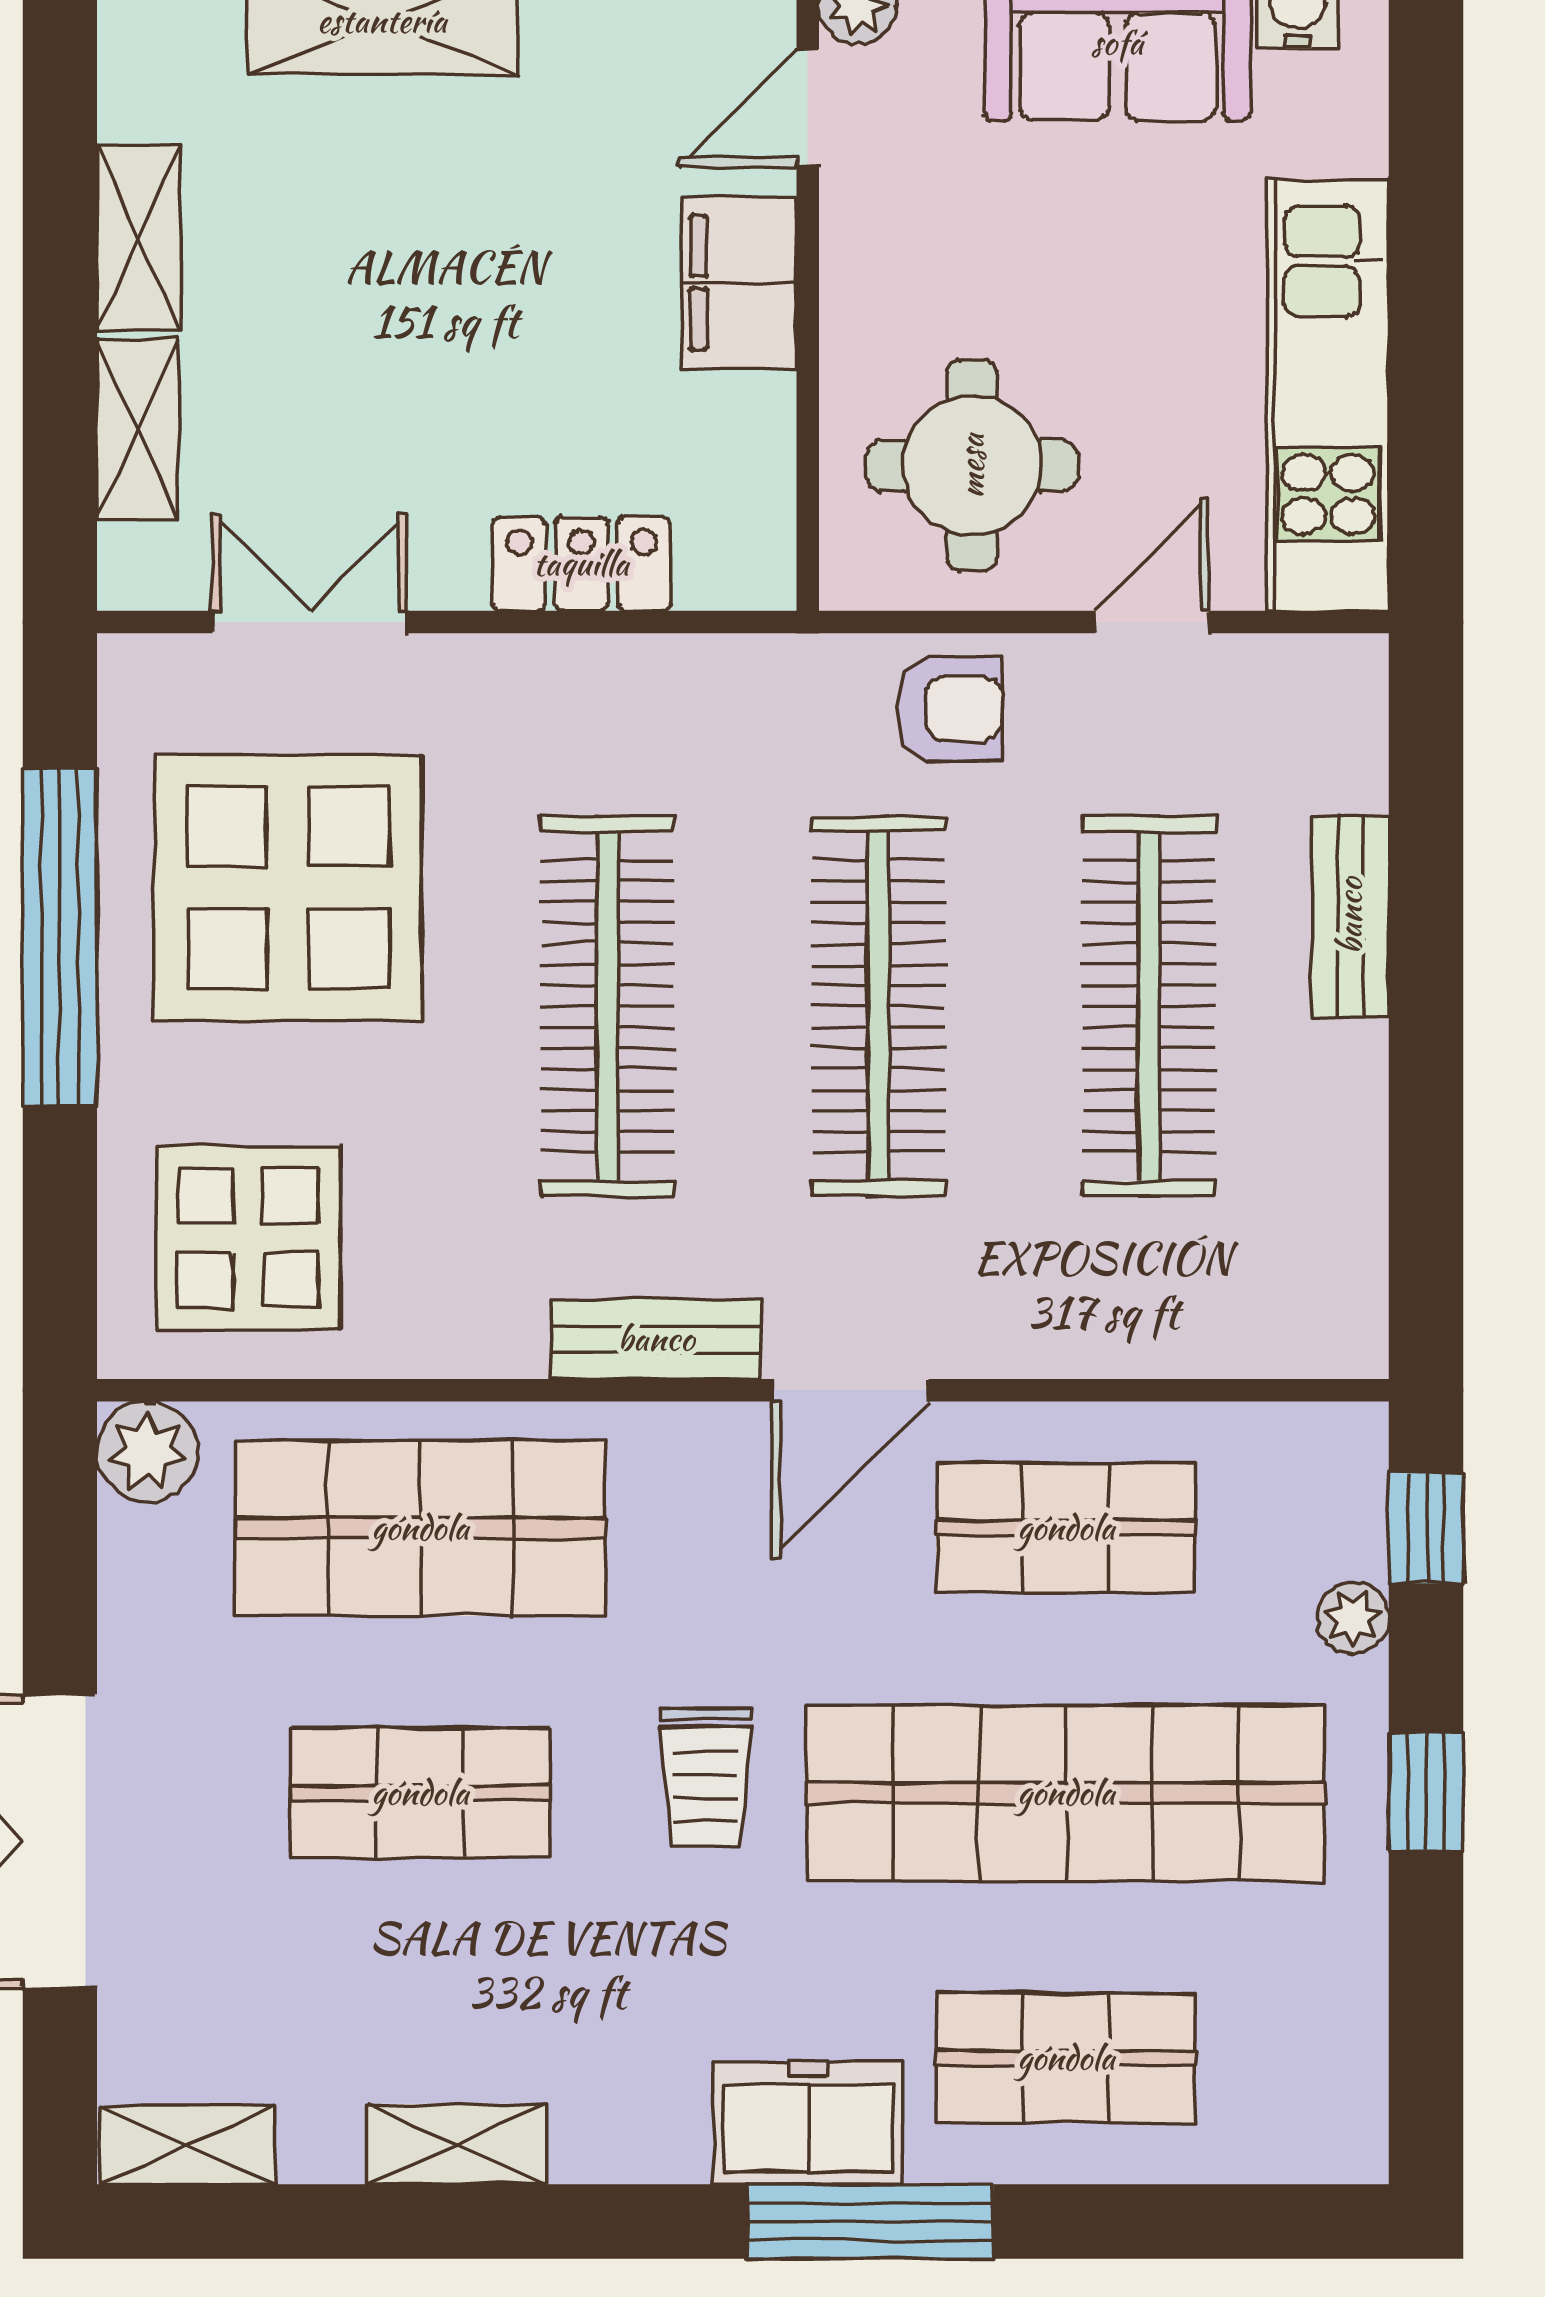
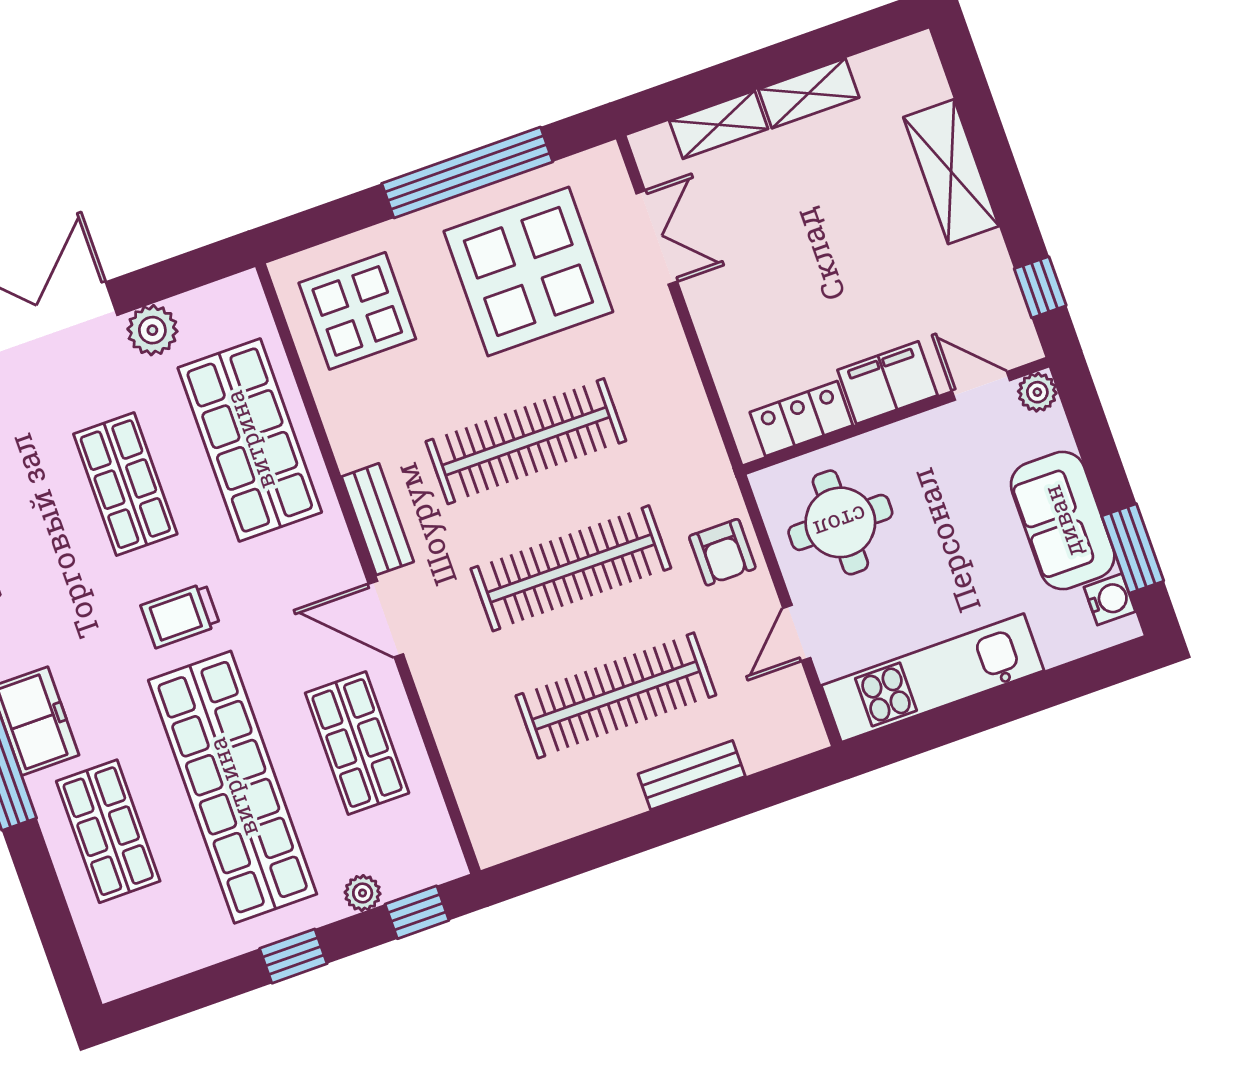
locker: (581, 564) -> (801, 419), moved, turned -90
door: (1152, 622) -> (797, 633), swing flipped
plant: (147, 1452) -> (152, 330), moved

